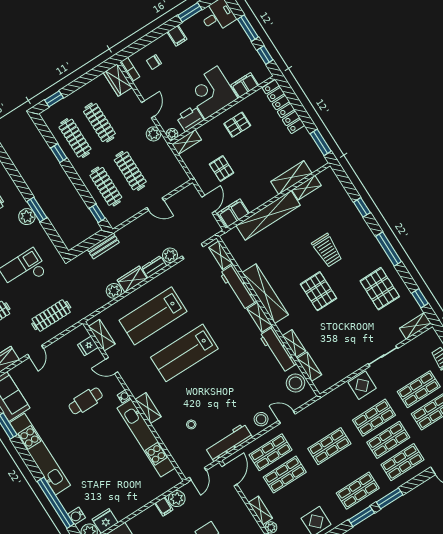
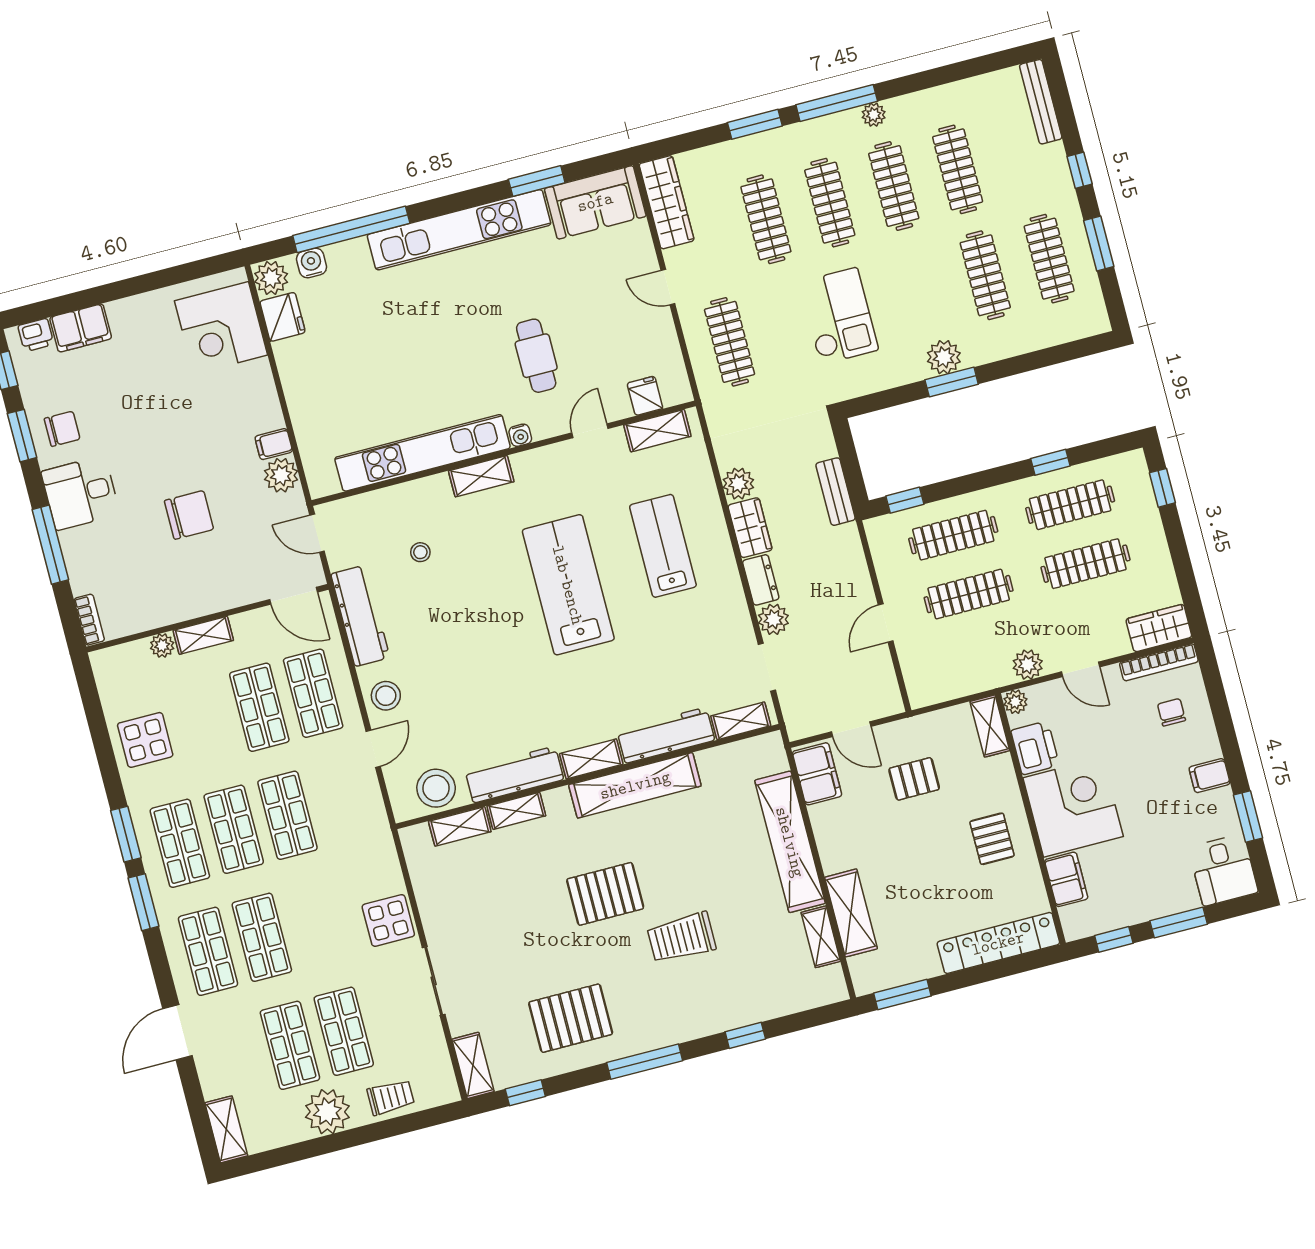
bookcase: (130, 69) -> (1159, 662), width x1.56
lab bench: (153, 316) -> (663, 546), width x0.73, depth x0.72
shop shelf: (374, 418) -> (234, 829), moved

